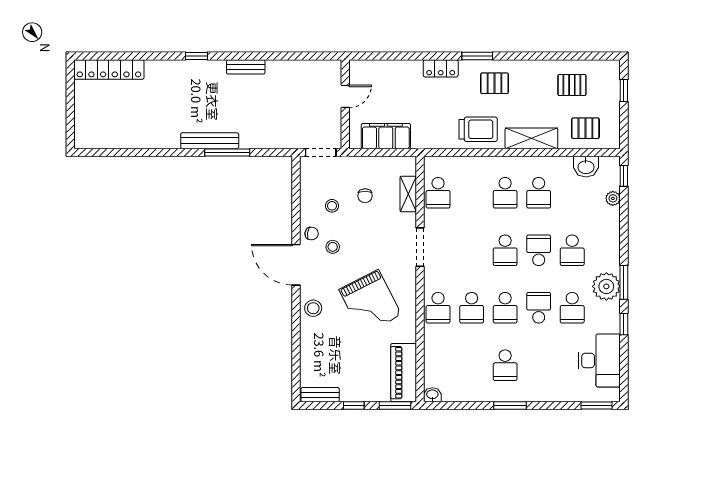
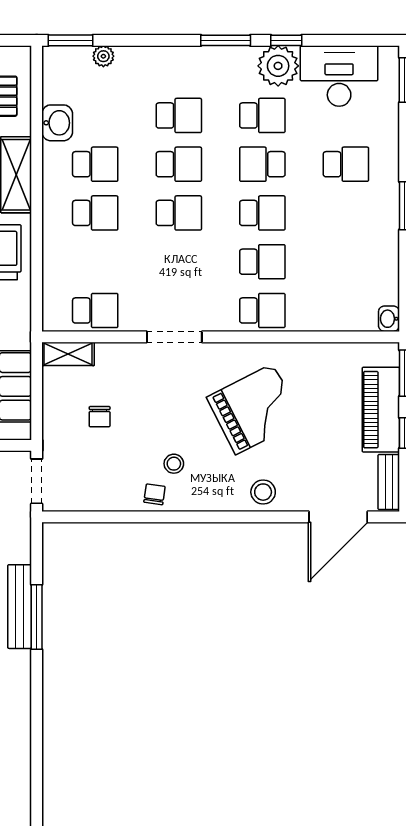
bench: (210, 141) -> (20, 607), moved
washbasin: (586, 167) -> (57, 123), moved
window: (624, 176) -> (71, 40), width x1.50
shelving: (408, 194) -> (68, 354), moved
chair: (365, 196) -> (100, 417), turned 90
stool: (332, 206) -> (114, 465), removed
school desk: (539, 250) -> (179, 164), turned 180
door: (296, 265) -> (338, 517), moved
plant: (606, 286) -> (278, 66), moved
school desk: (505, 365) -> (346, 164), moved
piano: (404, 373) -> (381, 410), moved, turned 90

